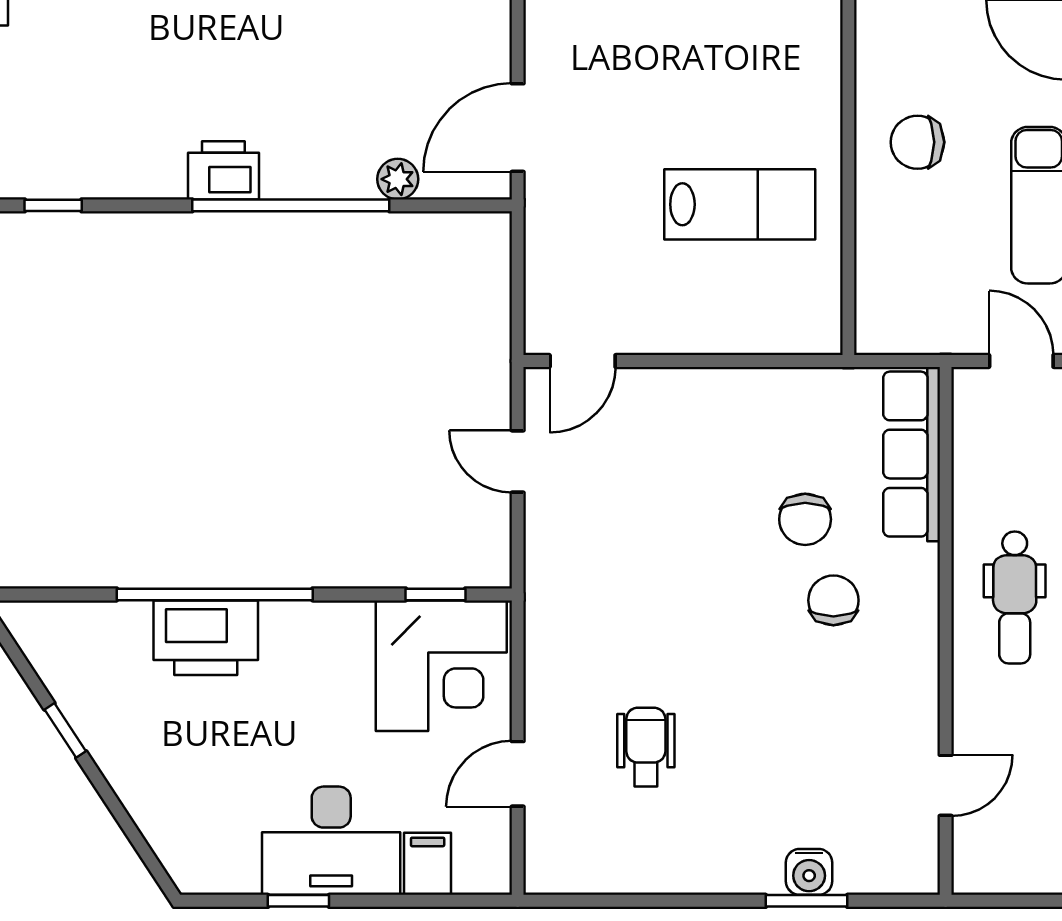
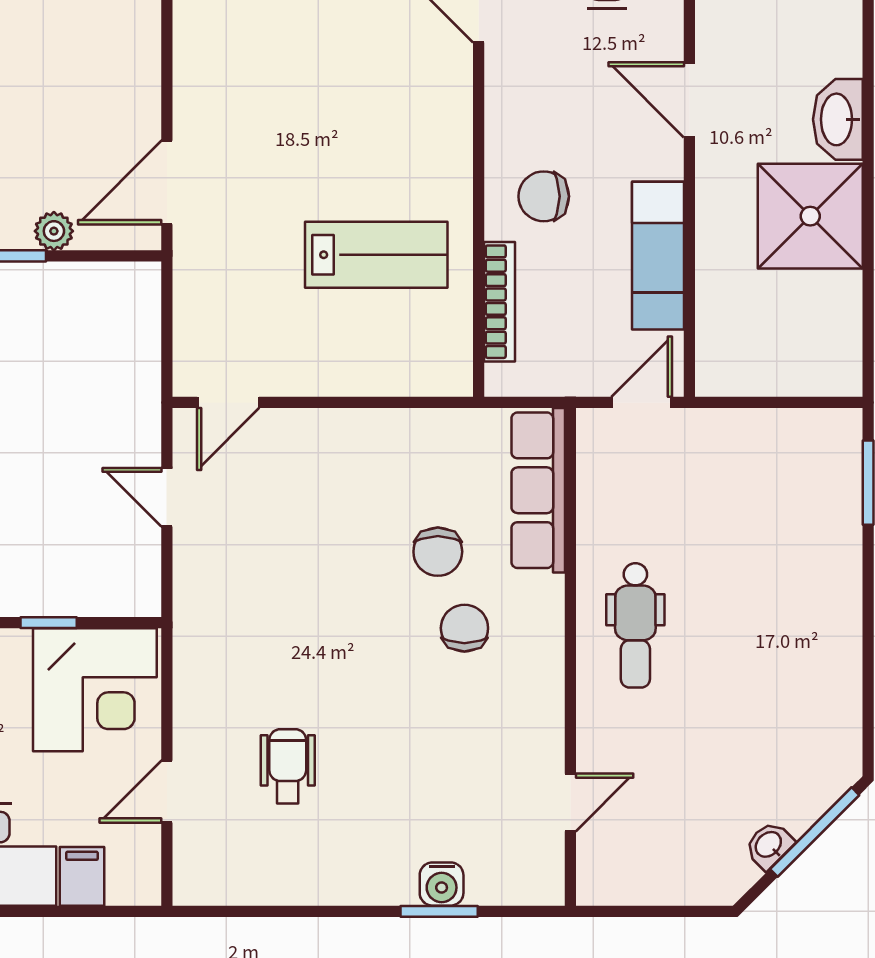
bookcase: (870, 254) -> (499, 302), added
door: (1021, 361) -> (642, 402), hinge flipped
window: (435, 594) -> (49, 623), moved

